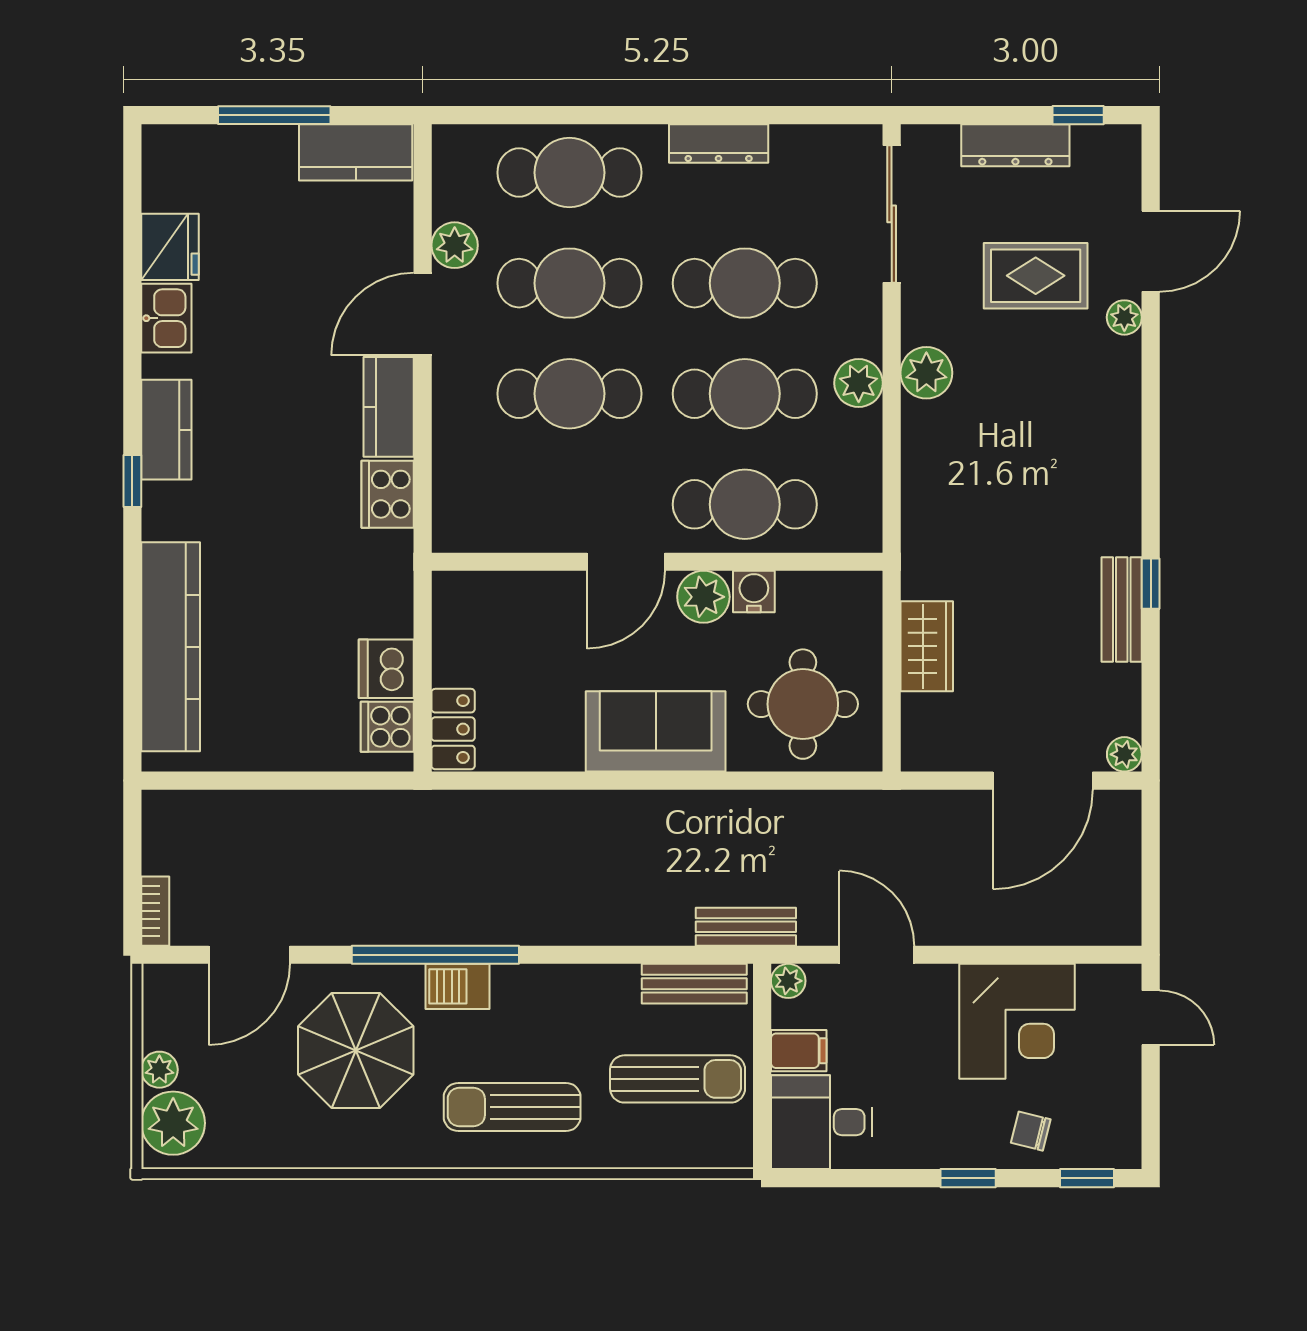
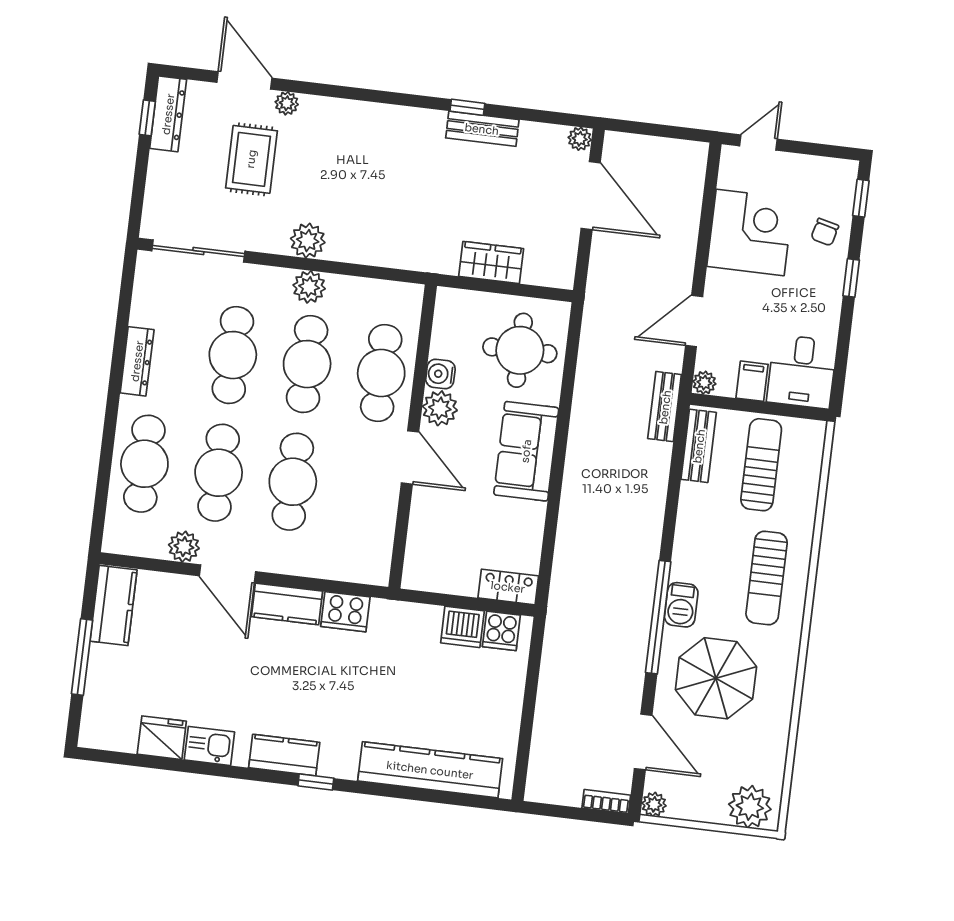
dresser: (1015, 145) -> (168, 114), moved
plant: (159, 1070) -> (654, 804), moved

